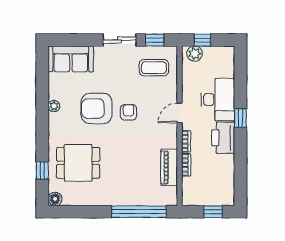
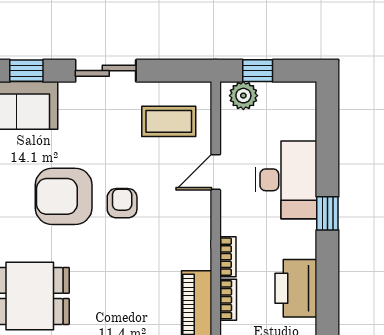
window: (155, 40) -> (26, 71), moved
door: (180, 113) -> (216, 172), moved
printer: (223, 138) -> (296, 288), moved

